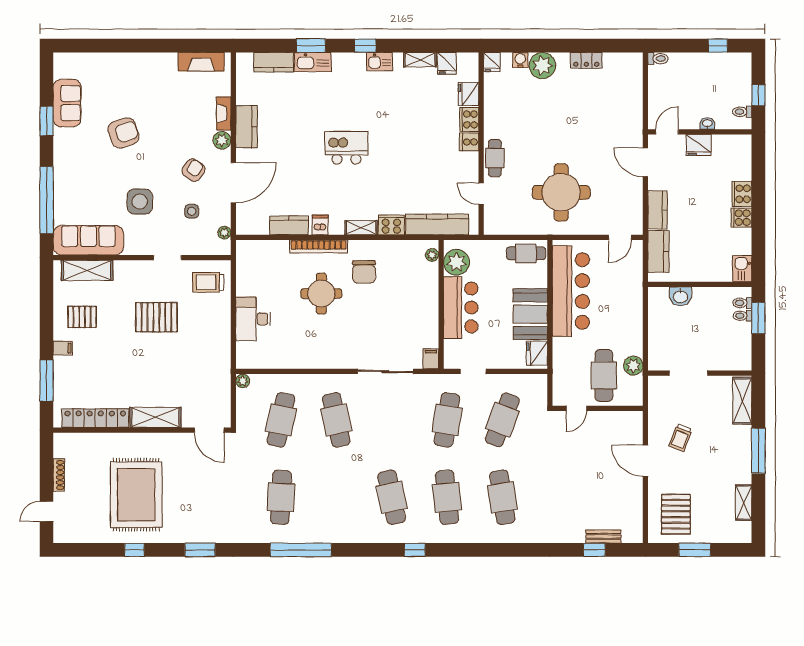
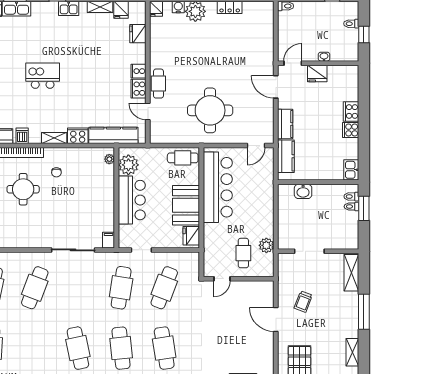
toilet: (742, 112) -> (351, 24), moved
cooker: (469, 119) -> (138, 89), moved
chair: (364, 272) -> (56, 172), width x0.54, depth x0.54
cafe table: (604, 375) -> (243, 253), width x0.73, depth x0.74
cafe table: (336, 420) -> (35, 288), turned 33

